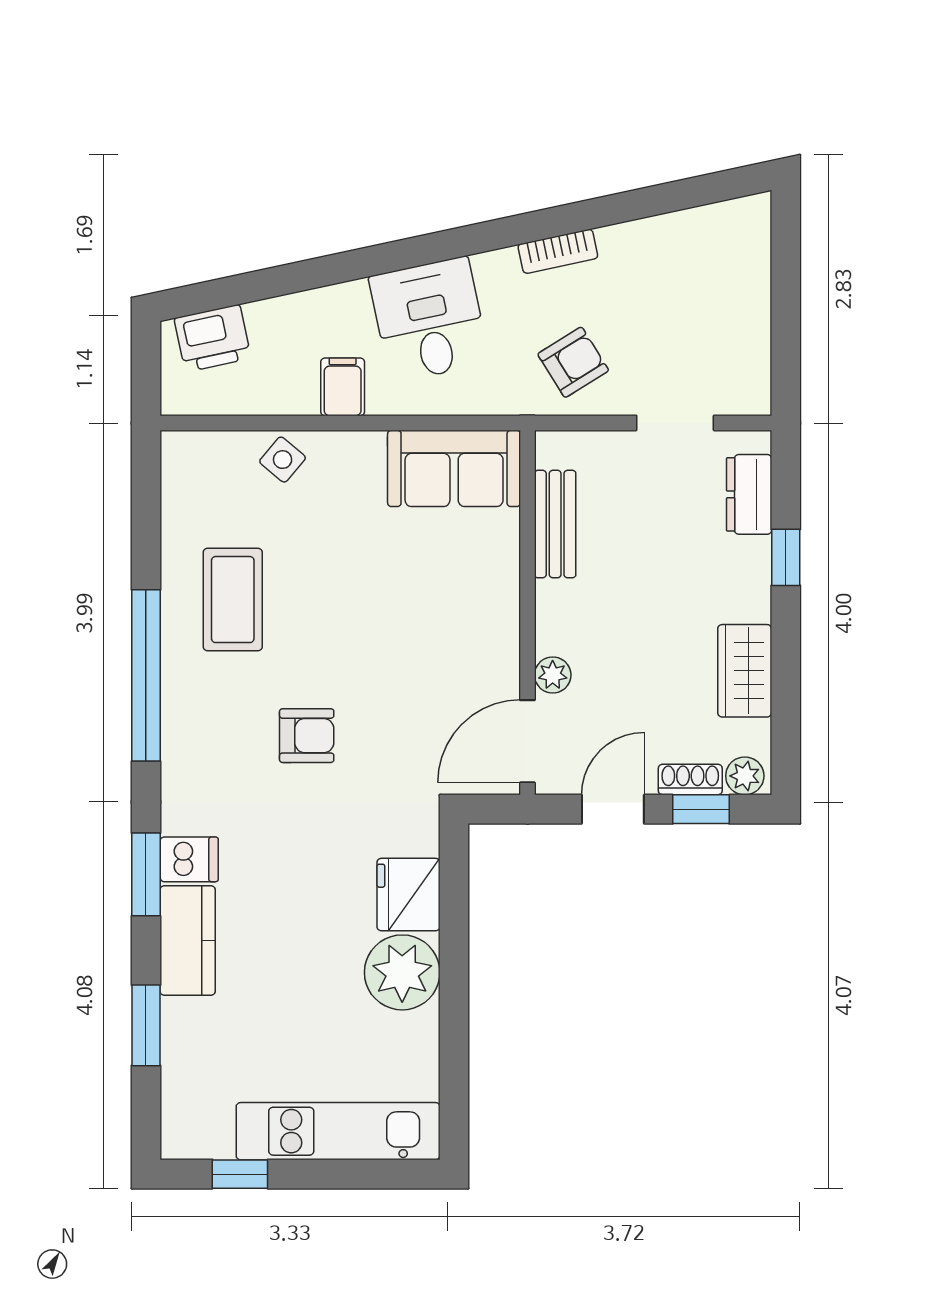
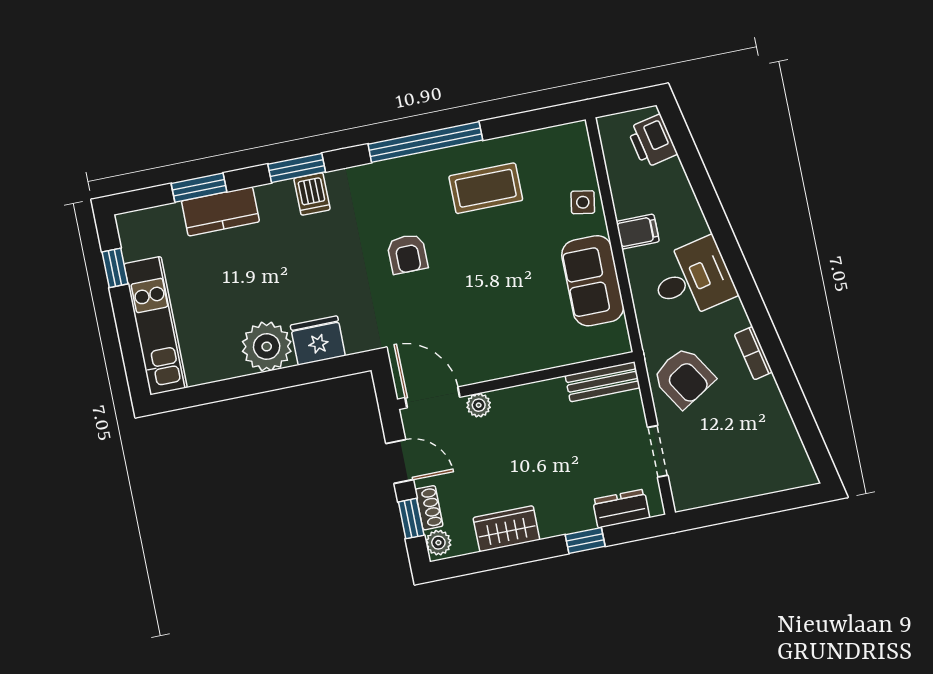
armchair: (573, 362) -> (684, 378), width x1.38, depth x1.38
side table: (283, 460) -> (583, 202), turned -30
sofa: (454, 468) -> (593, 281), moved
bench: (555, 524) -> (603, 382), moved
kitchen counter: (188, 941) -> (220, 211), moved

